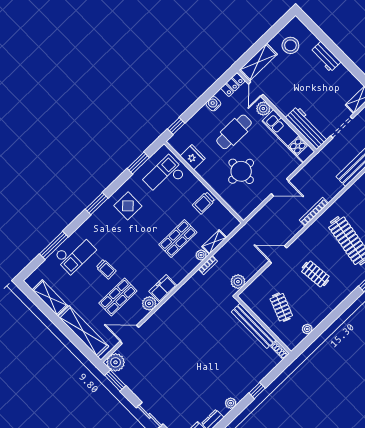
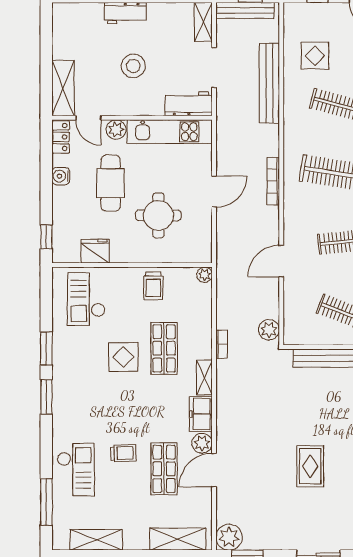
stool: (290, 45) -> (133, 66), moved
workbench: (307, 128) -> (189, 104), width x0.73
window: (138, 163) -> (46, 348), moved
display table: (128, 206) -> (123, 357), moved
shelving: (214, 242) -> (204, 378), moved
window: (54, 245) -> (46, 502), moved
plant: (201, 255) -> (204, 275), moved
shelving: (83, 331) -> (178, 539), width x0.68
door: (129, 334) -> (214, 470), moved
rug: (190, 368) -> (310, 466), added

